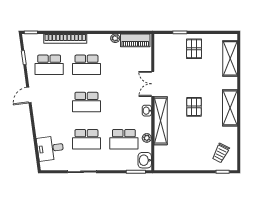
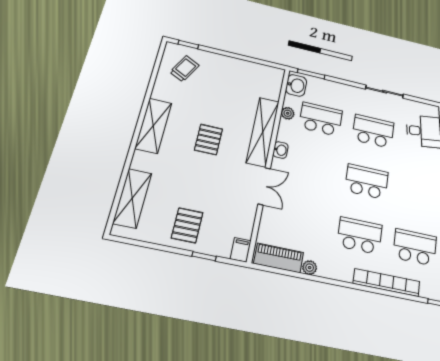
filing cabinet: (159, 41) -> (241, 250), added

